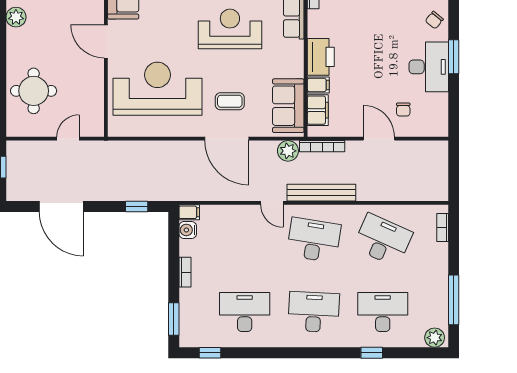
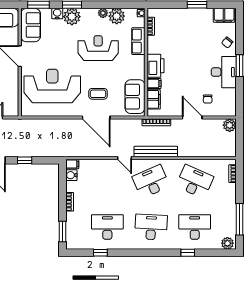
plant: (288, 151) -> (230, 125), moved
window: (137, 206) -> (25, 160), moved
desk: (314, 240) -> (151, 182), turned -33
window: (210, 353) -> (100, 253), moved

